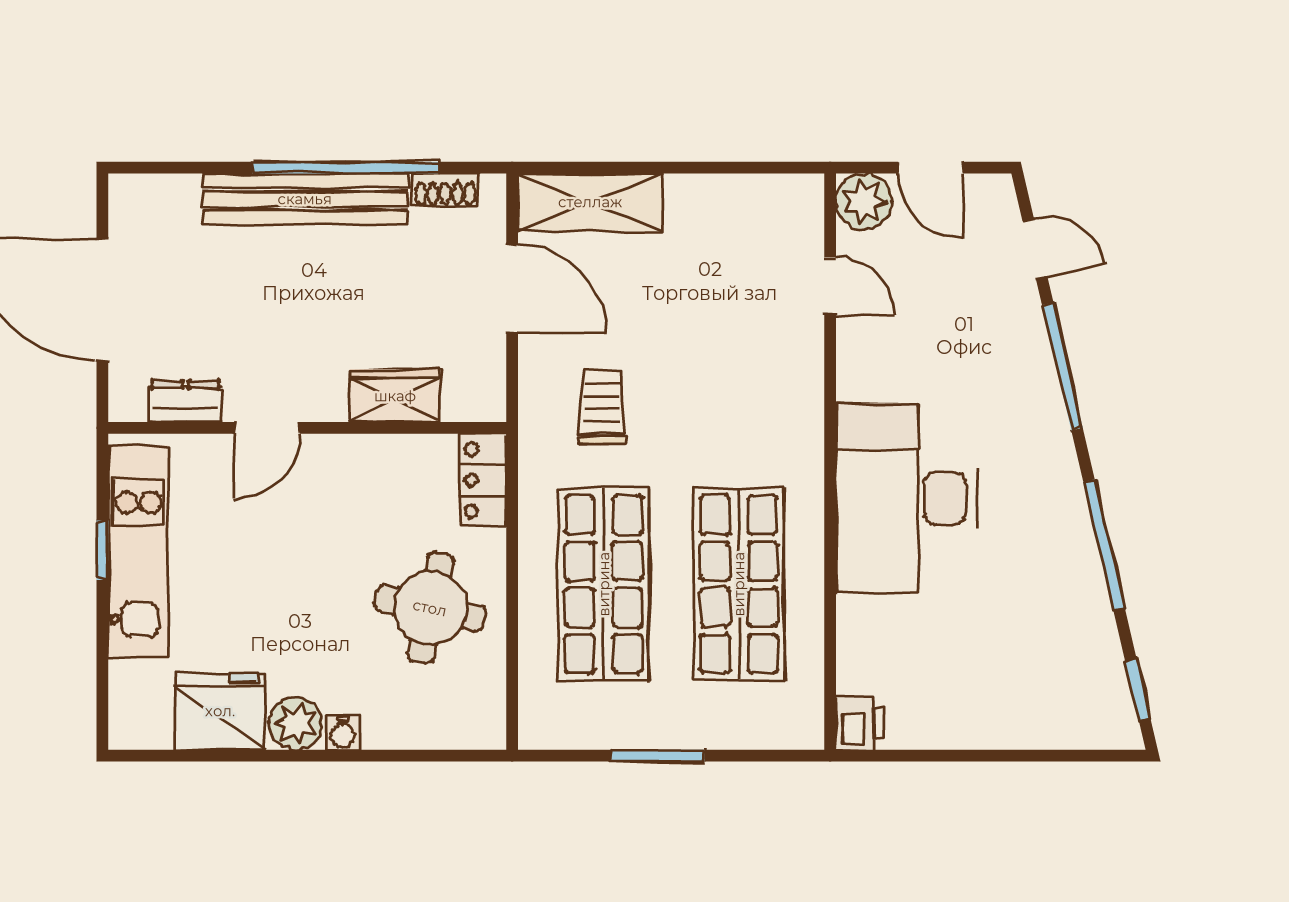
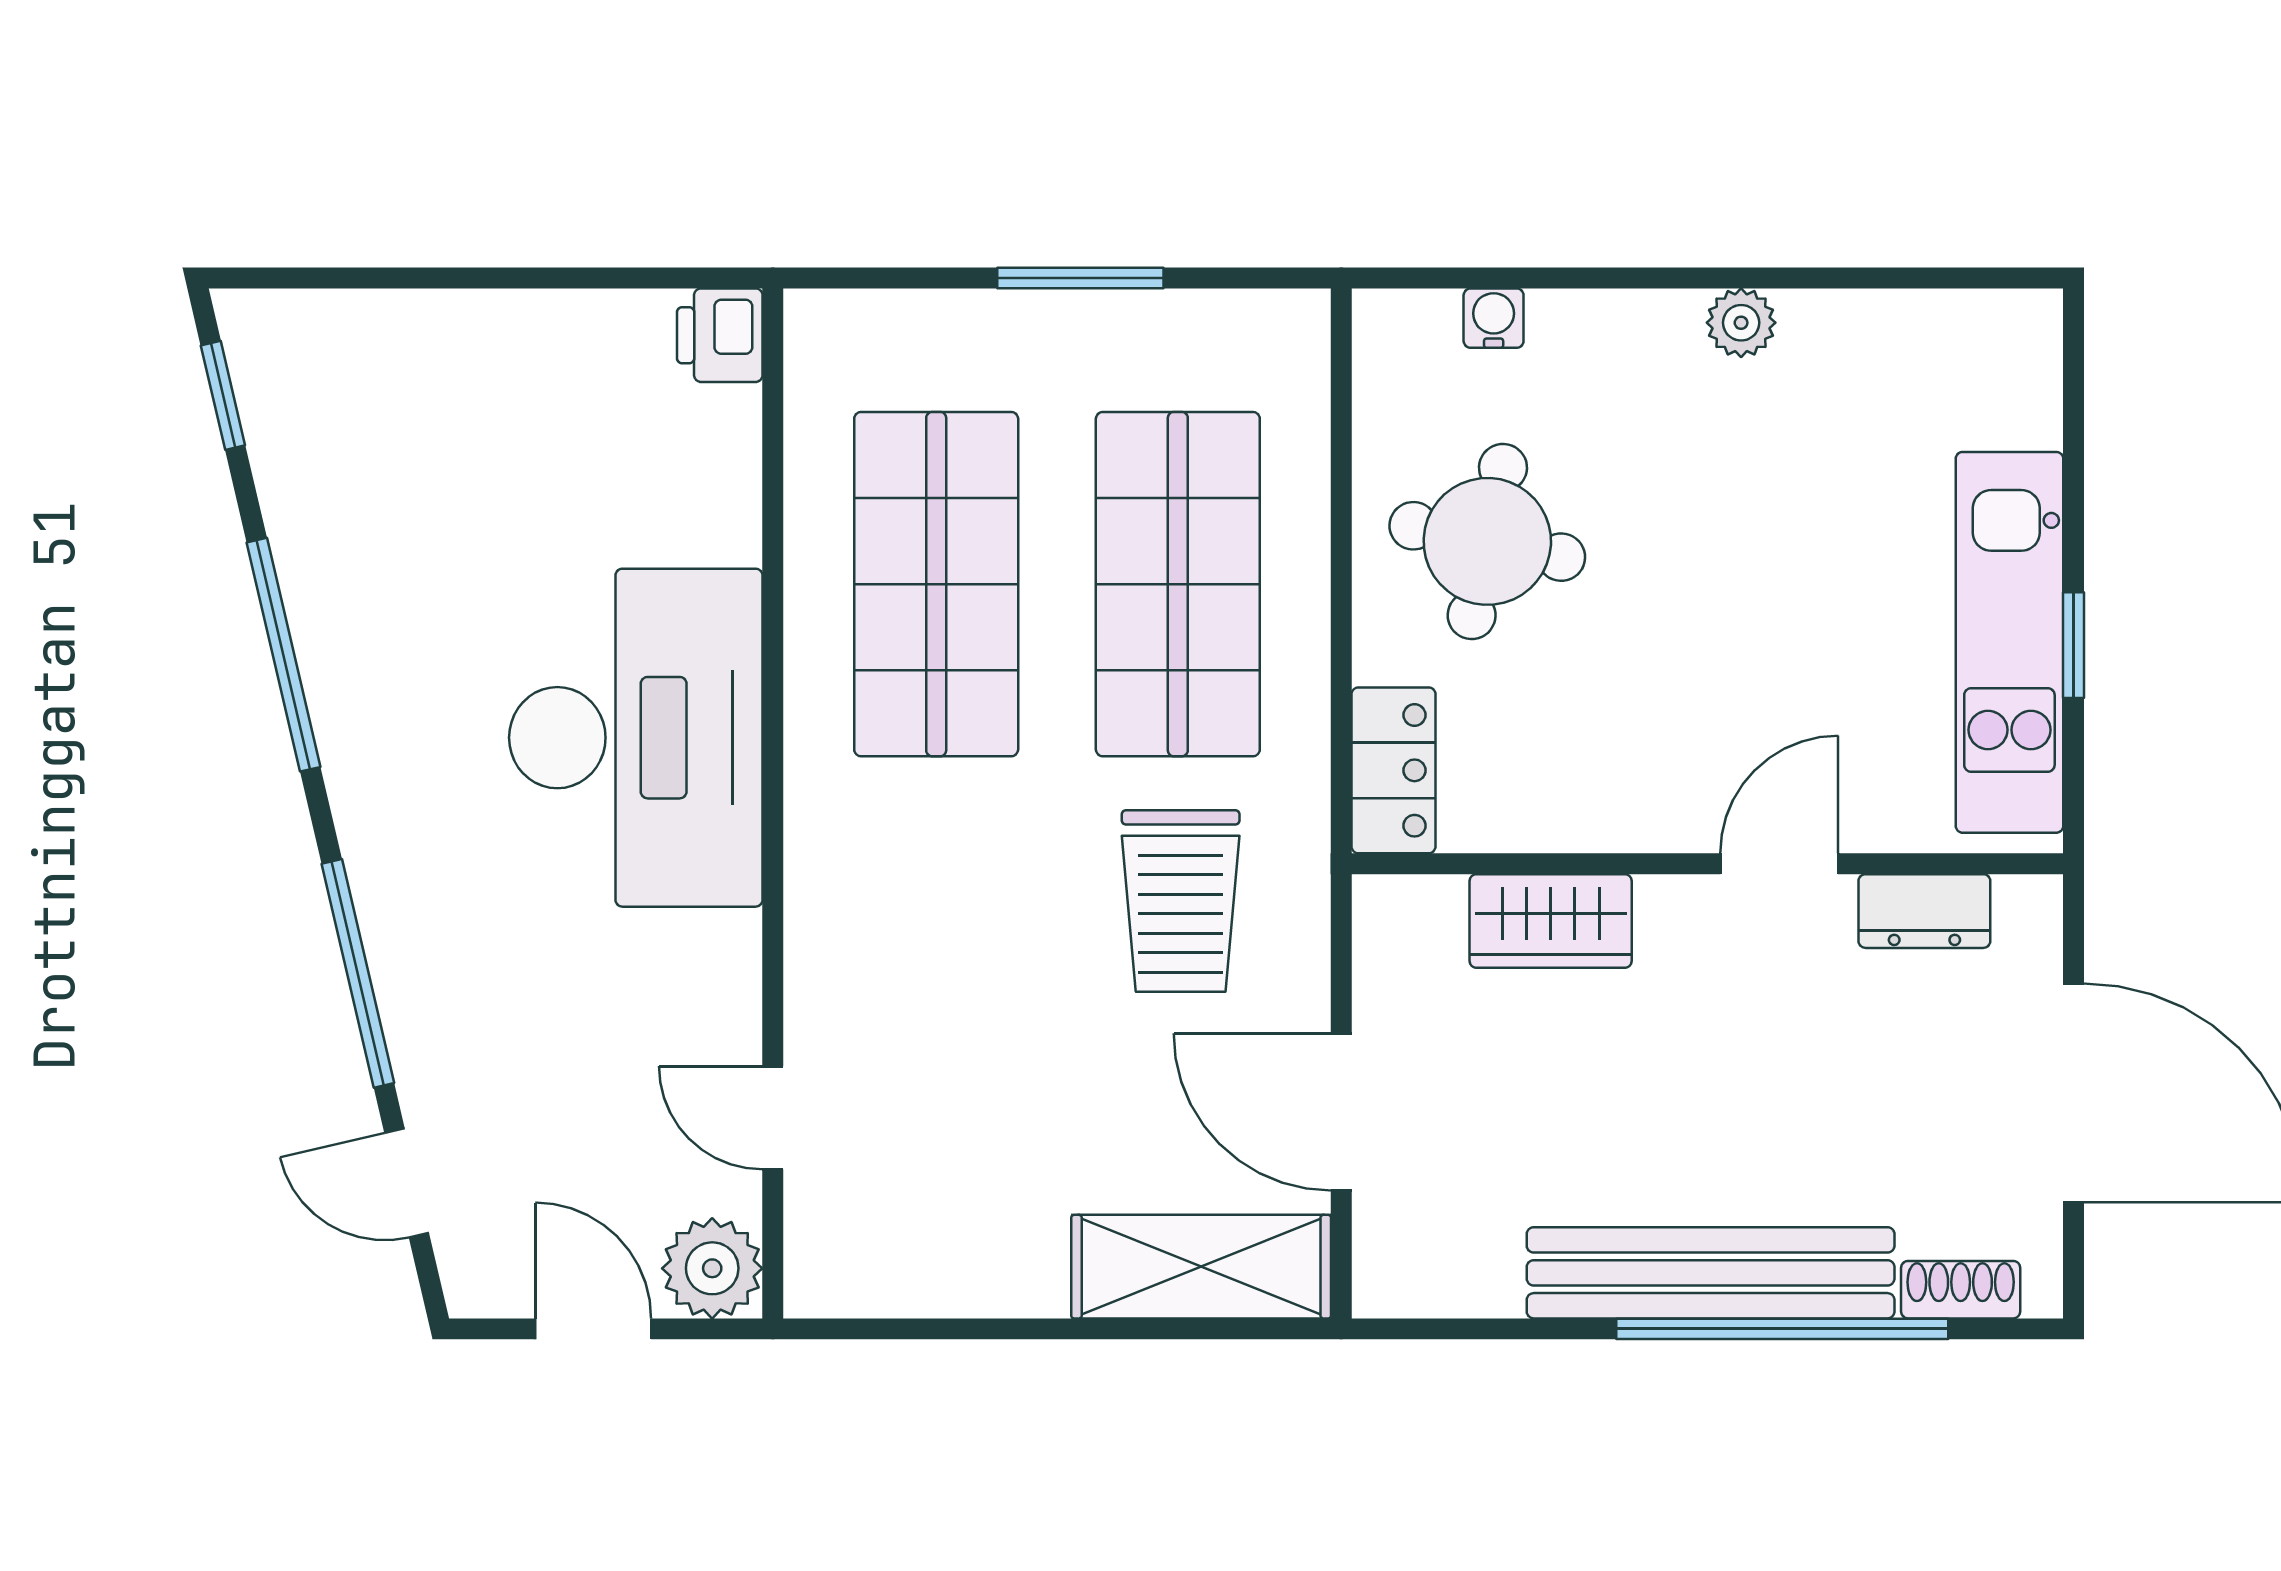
window: (345, 168) -> (1782, 1329), moved
shoe rack: (445, 189) -> (1961, 1290), moved
trolley: (602, 407) -> (1181, 901), width x1.36, depth x1.39
fridge: (220, 711) -> (1863, 357), removed
plant: (296, 723) -> (1741, 323), width x0.73, depth x0.73
water cooler: (343, 733) -> (1494, 318), moved

